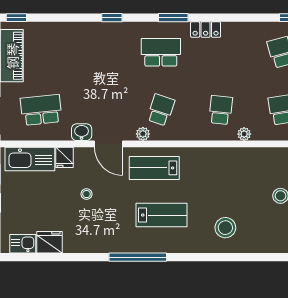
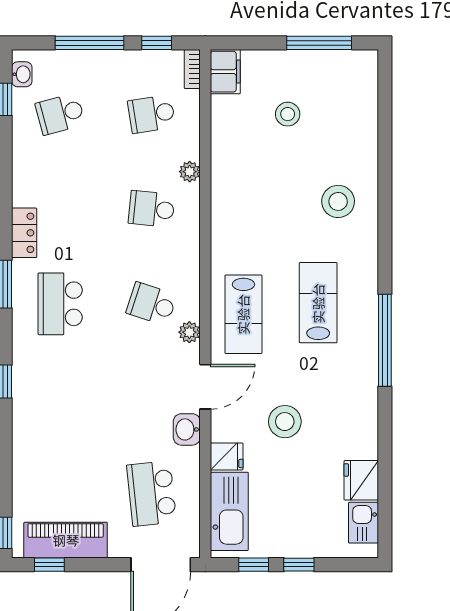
stool: (86, 194) -> (285, 422), width x1.89, depth x1.89

